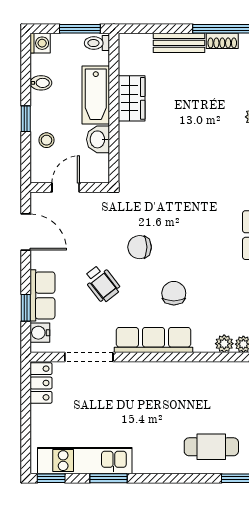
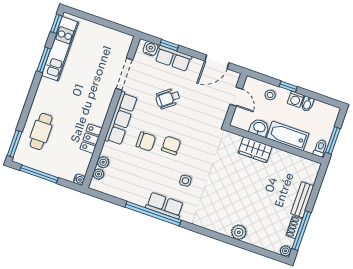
washing machine: (40, 43) -> (296, 99), moved
wardrobe: (132, 98) -> (255, 150), moved
side table: (210, 218) -> (185, 181), added
chair: (140, 247) -> (171, 145), moved
locker: (41, 383) -> (91, 139), moved, turned 90

